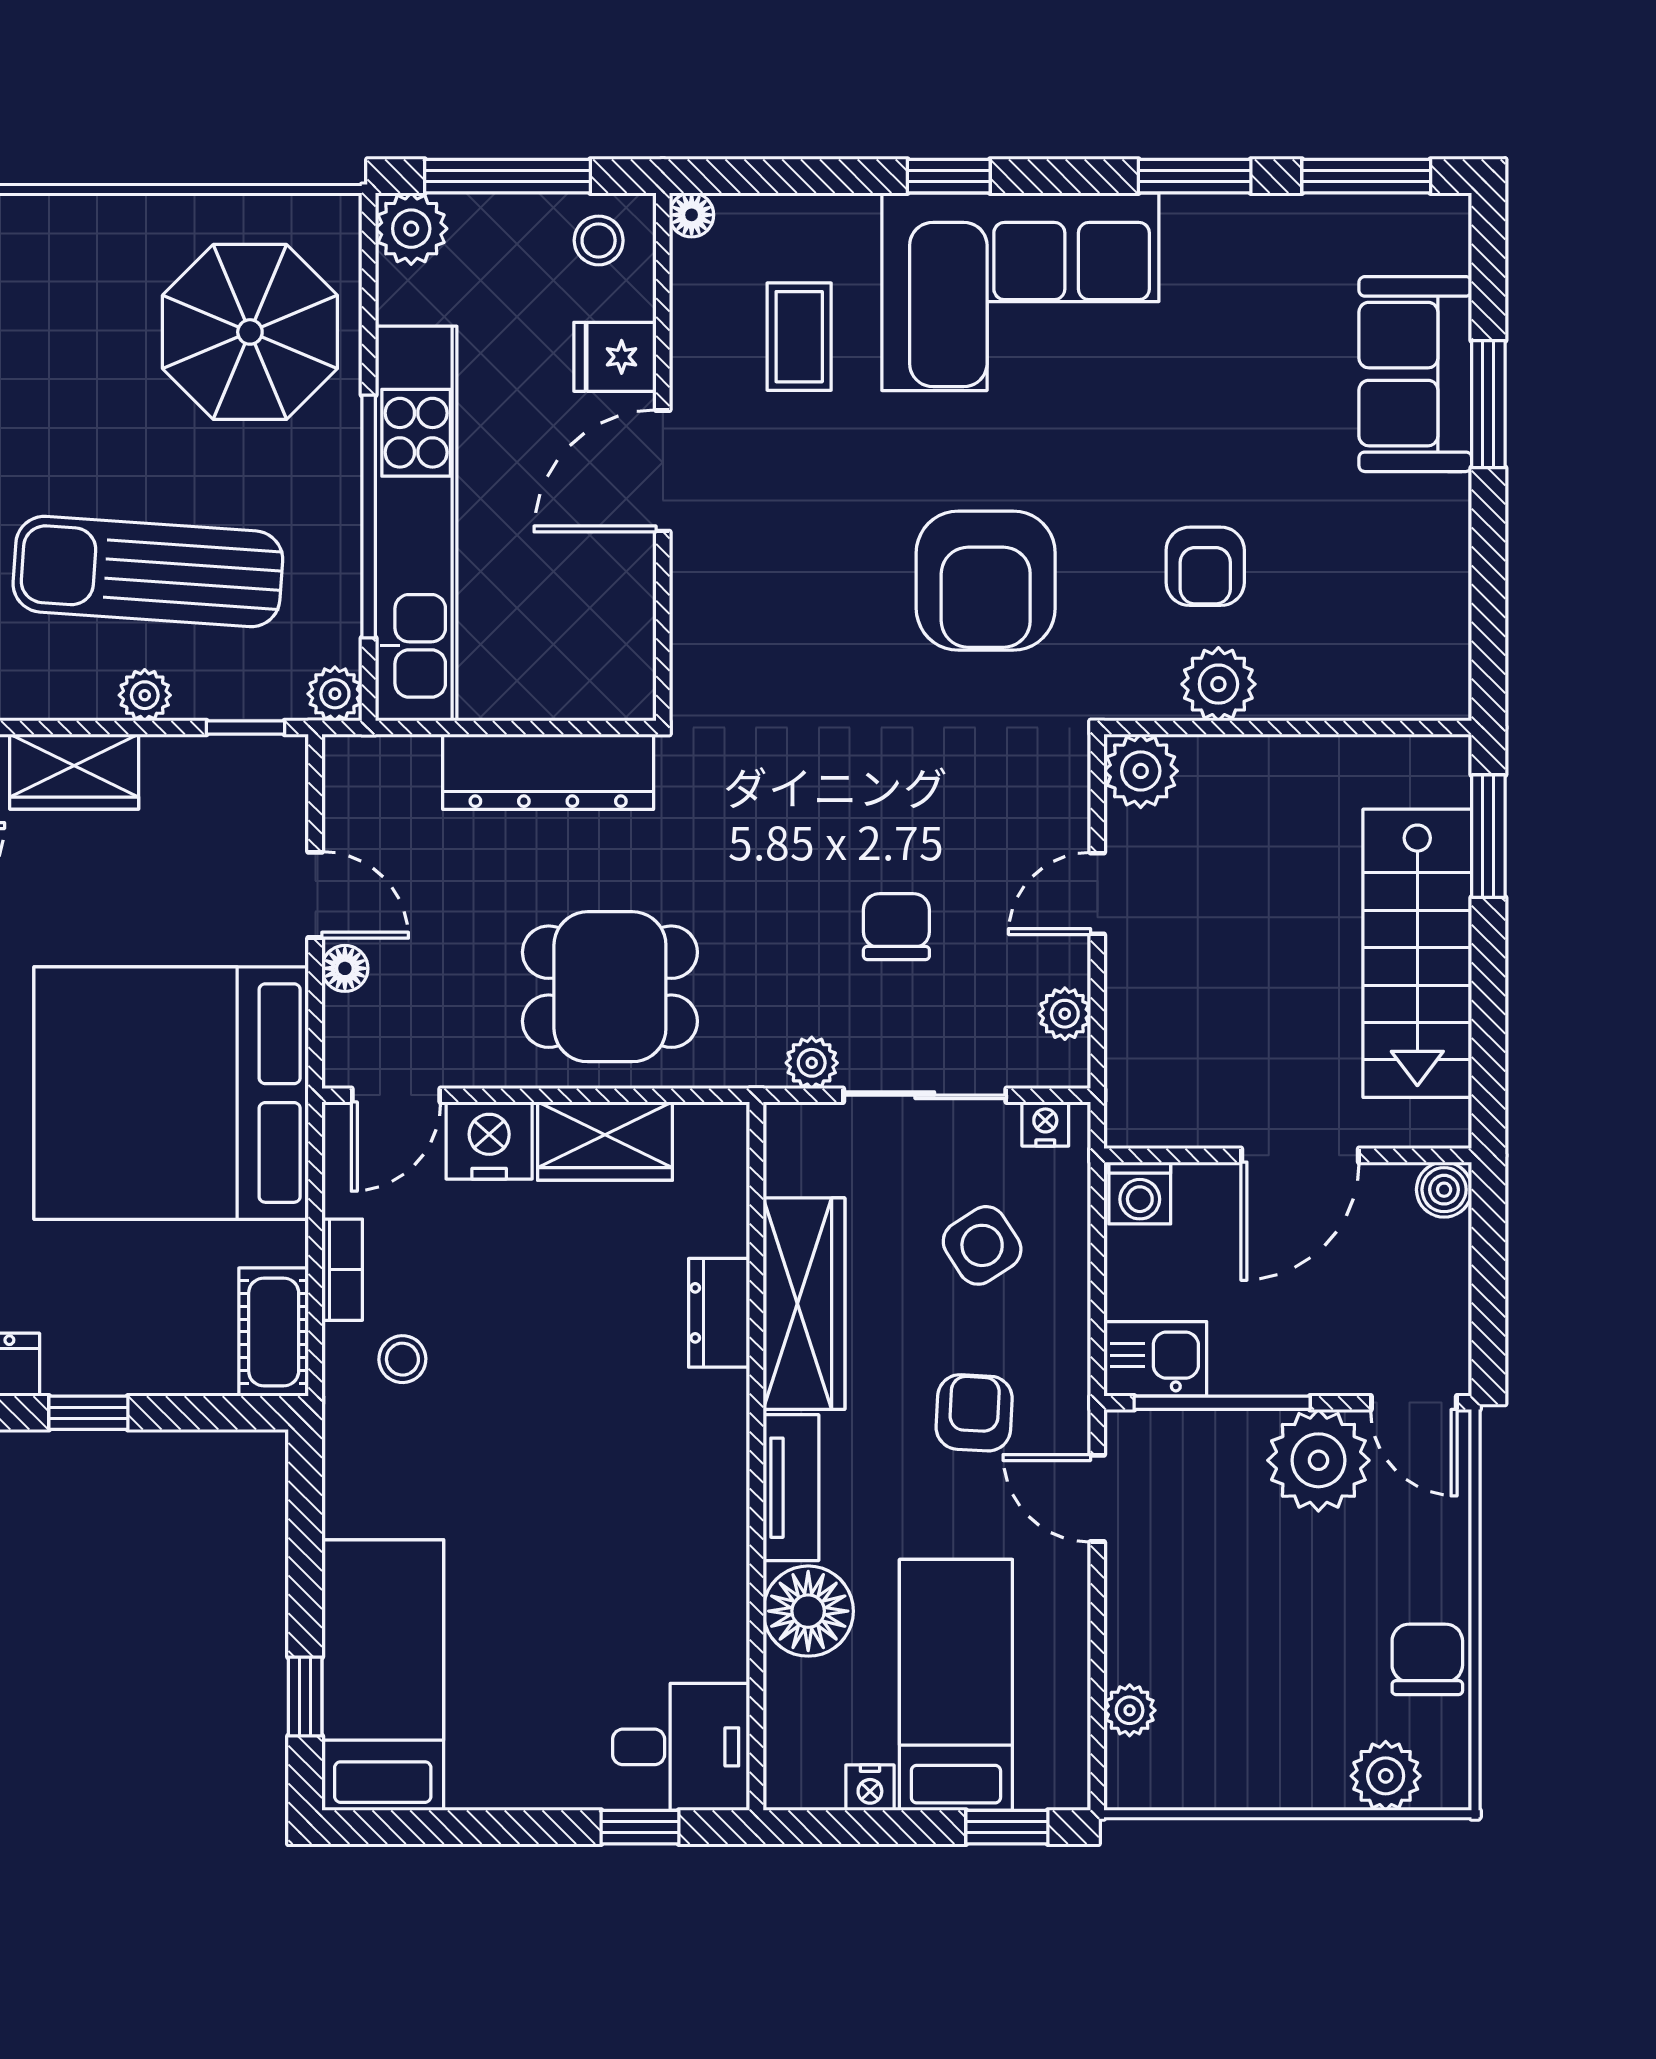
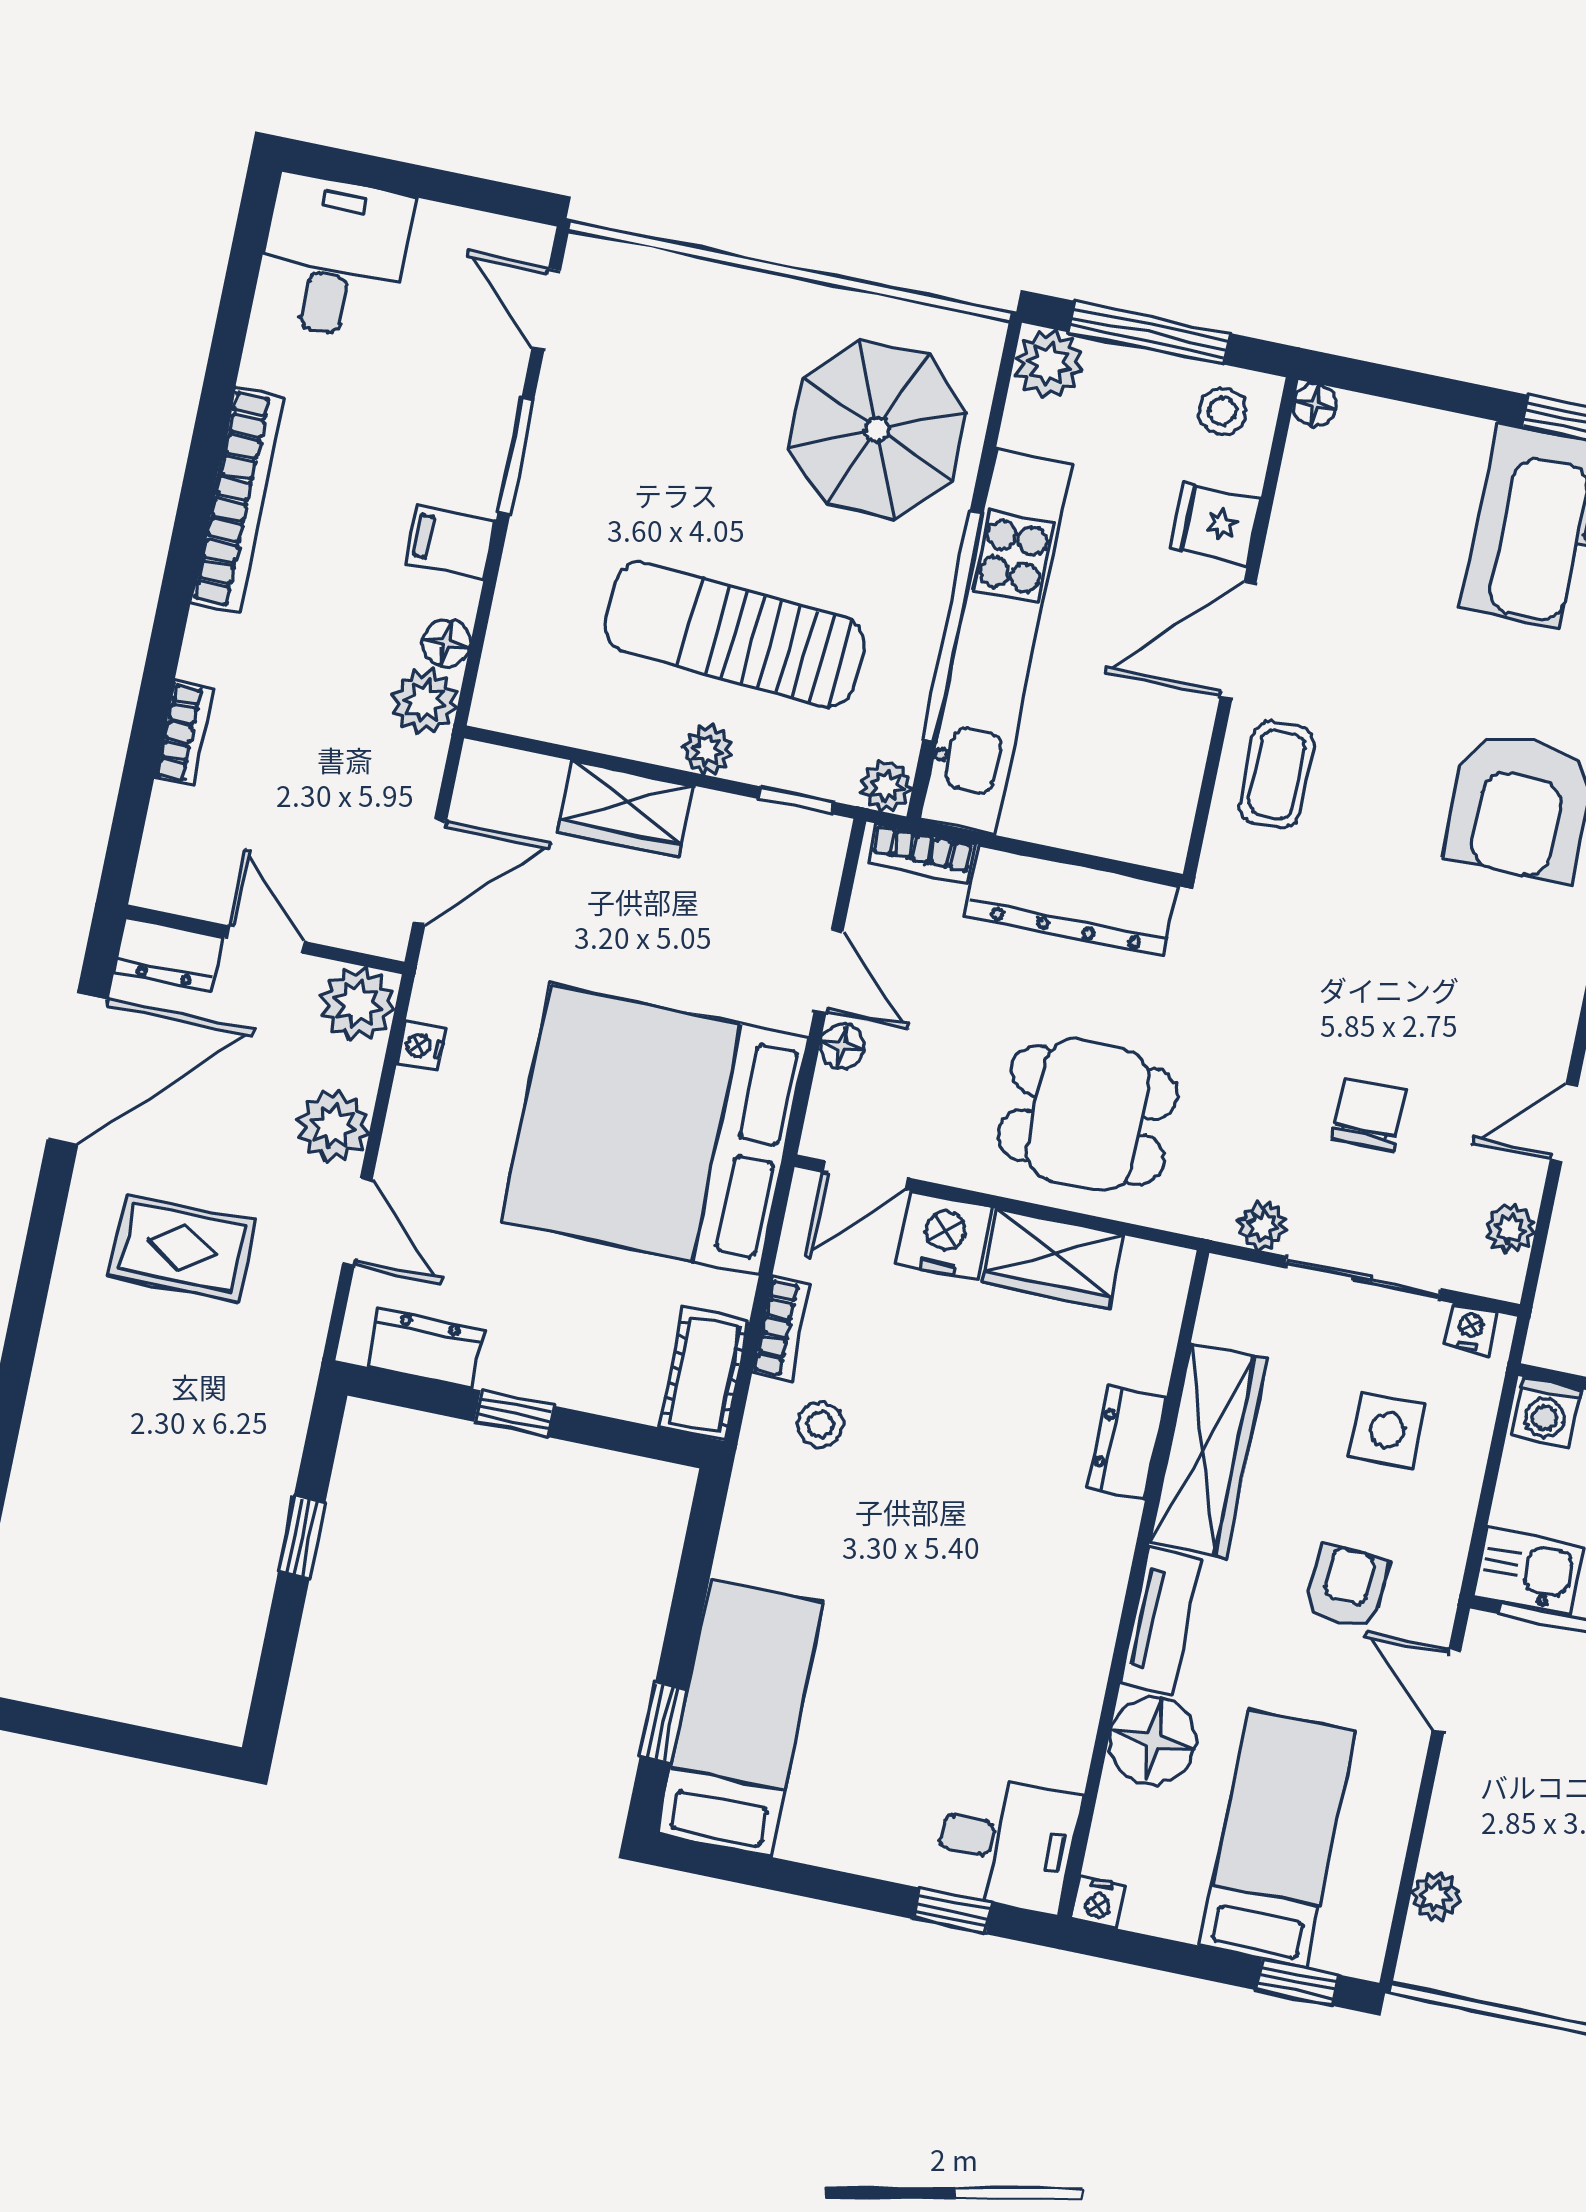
coffee table: (799, 337) -> (1277, 775), moved
bookcase: (385, 755) -> (921, 853), added
side table: (982, 1245) -> (1387, 1430), turned 33
nightstand: (870, 1788) -> (1099, 1902), moved

